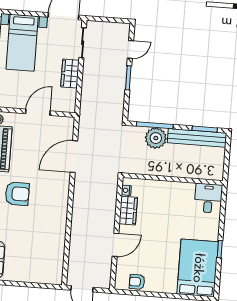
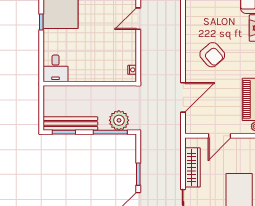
wardrobe: (70, 74) -> (192, 167), width x1.50
plant: (156, 138) -> (119, 120), moved
armchair: (17, 194) -> (212, 55), moved, turned -131
wardrobe: (128, 211) -> (129, 51), removed

